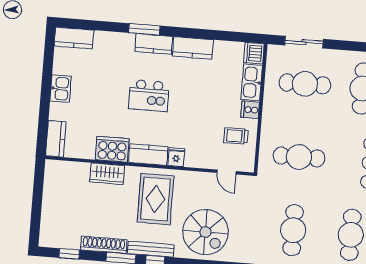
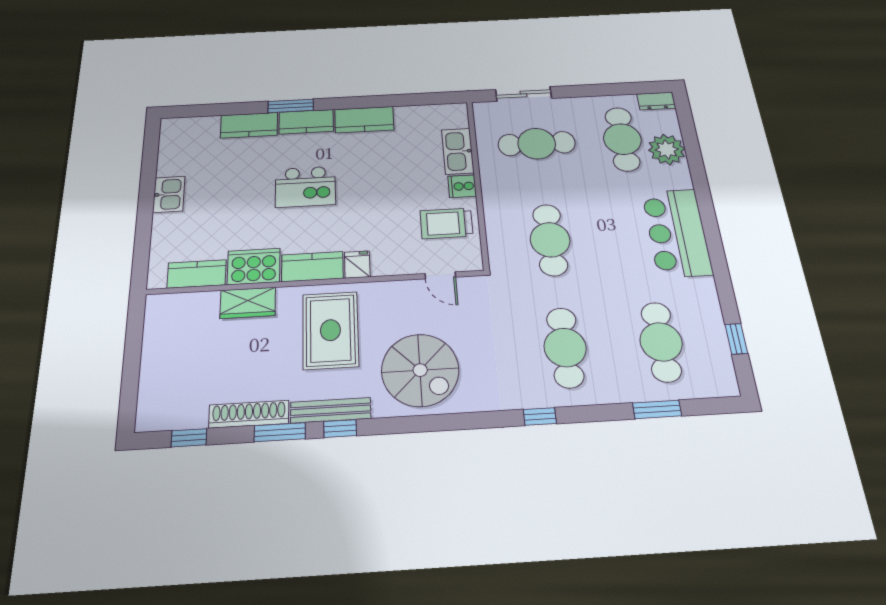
kitchen counter: (74, 38) -> (249, 125), moved
dishwasher: (254, 53) -> (454, 115), removed
trolley: (236, 136) -> (446, 223), width x1.36, depth x1.39
kitchen counter: (56, 139) -> (197, 274), moved, turned -90
cafe table: (299, 157) -> (550, 240), turned 90

